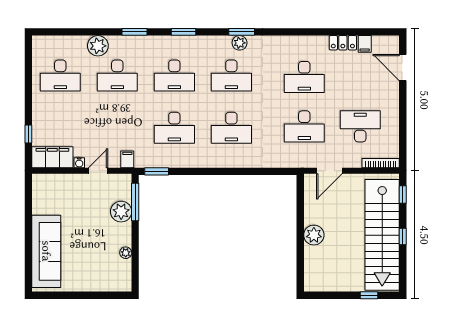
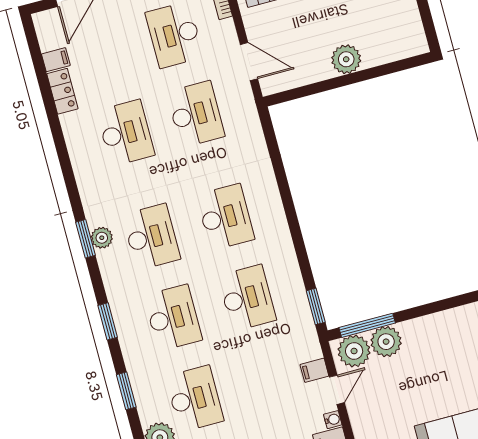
filing cabinet: (127, 159) -> (314, 370), moved
door: (98, 171) -> (337, 390), swing flipped
plant: (126, 253) -> (354, 351), moved, width x1.88, depth x1.88

